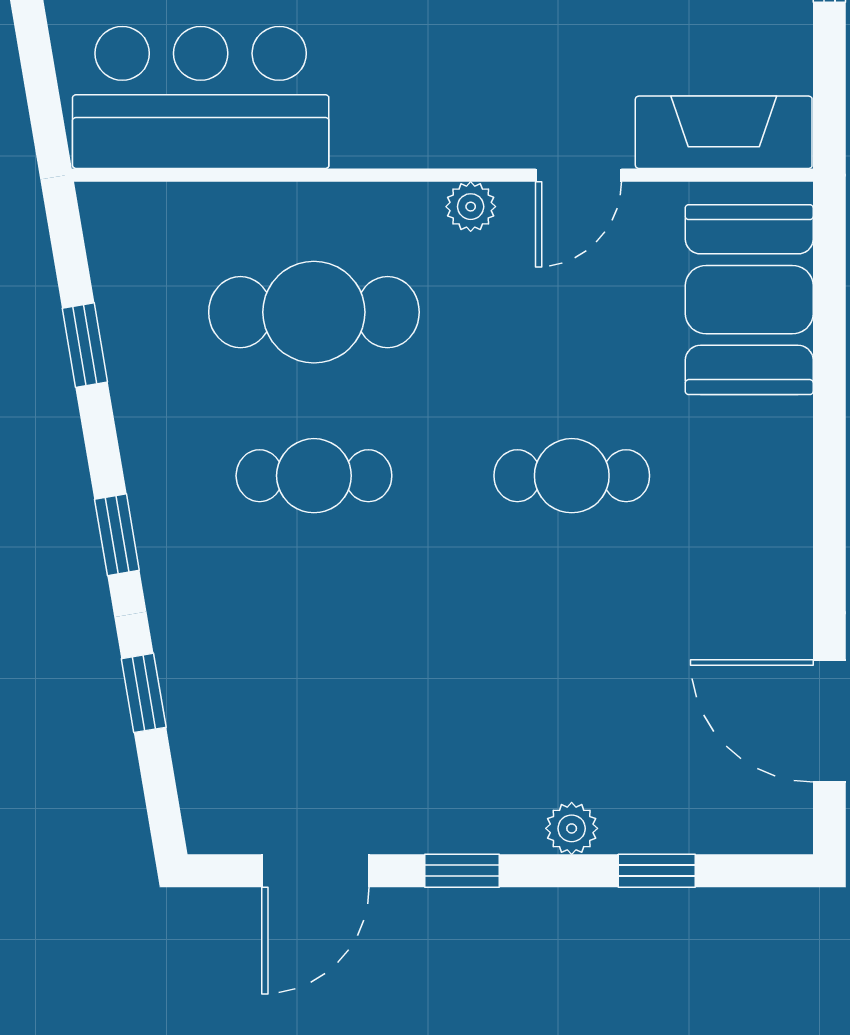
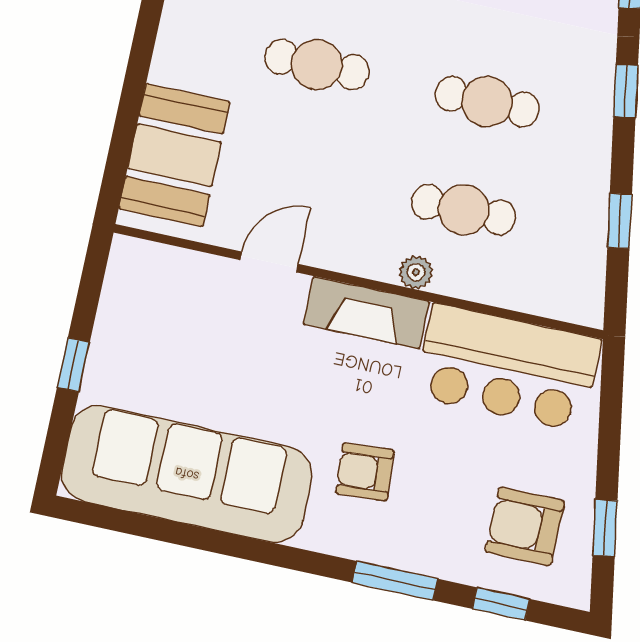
fireplace: (724, 132) -> (366, 313), moved
plant: (471, 207) -> (416, 272), moved
cafe table: (314, 312) -> (464, 210), width x0.73, depth x0.74

